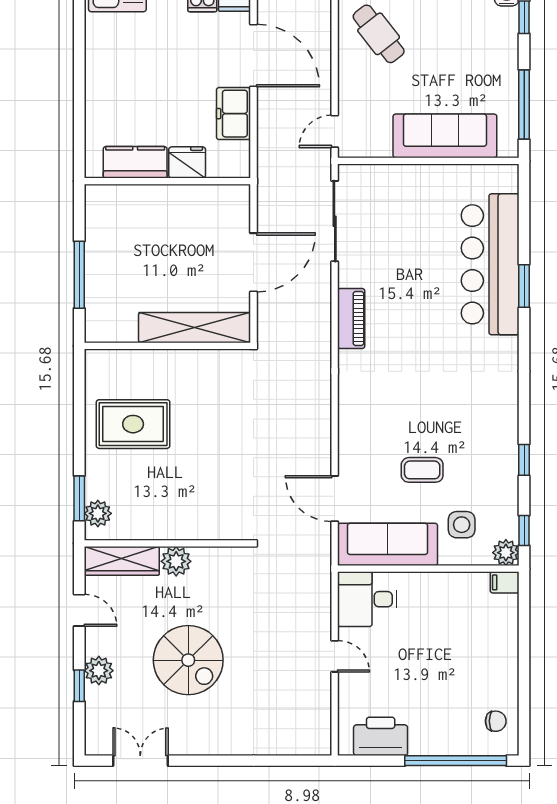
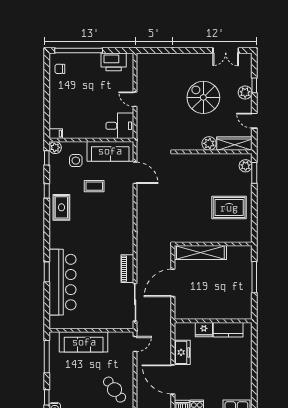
piano: (351, 319) -> (127, 269), moved
rug: (492, 424) -> (61, 207), added

